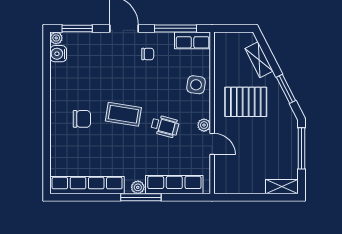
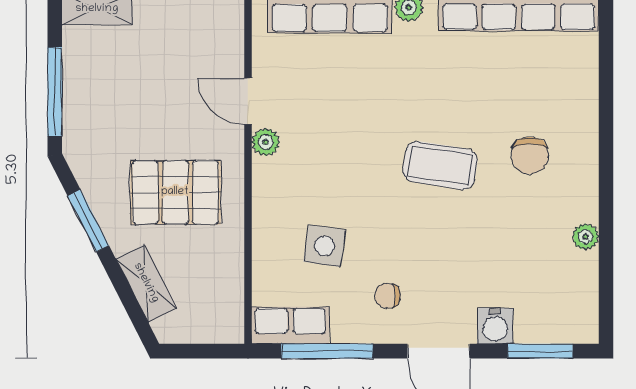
plant: (56, 38) -> (585, 237), moved
water cooler: (58, 54) -> (495, 326), moved, turned 90
side table: (196, 85) -> (324, 246), moved
chair: (82, 119) -> (530, 155), turned -90
wheelchair: (165, 126) -> (350, 139), removed

